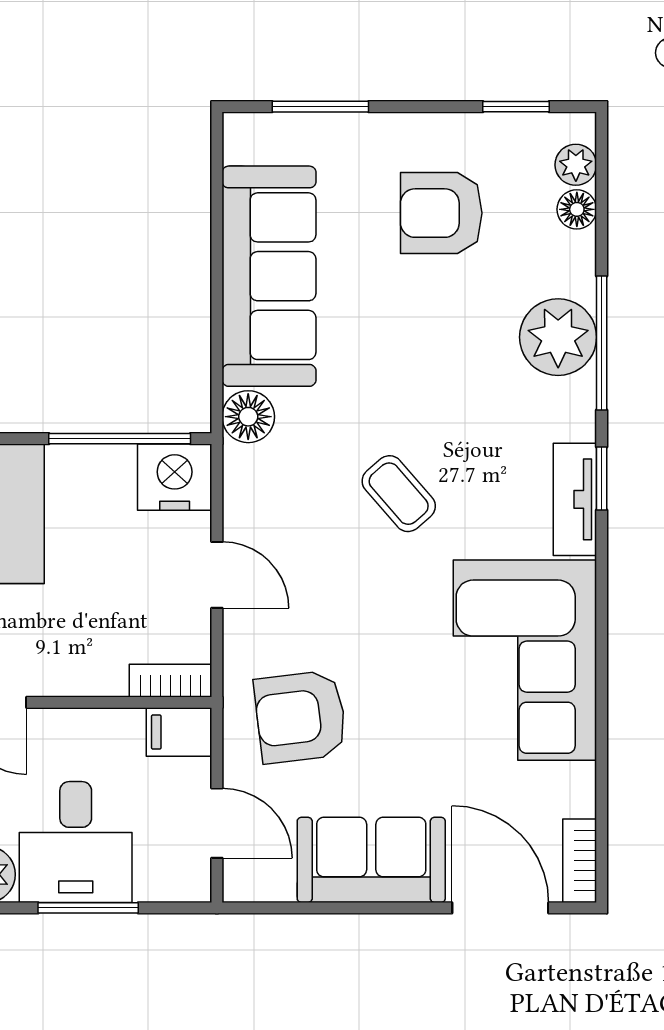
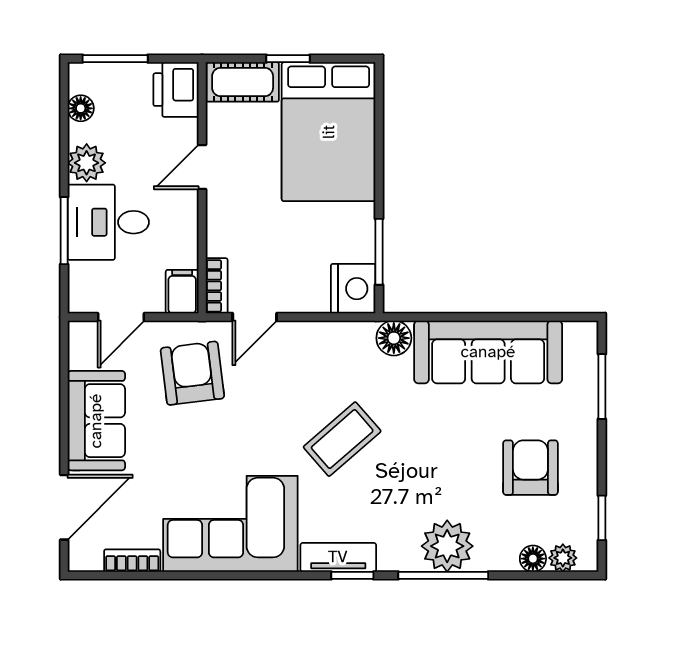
window: (120, 439) -> (379, 252), width x0.69
coffee table: (399, 494) -> (342, 439), width x1.36, depth x1.30
door: (217, 575) -> (255, 317), moved
bookcase: (580, 861) -> (132, 561), moved

